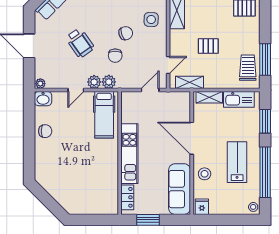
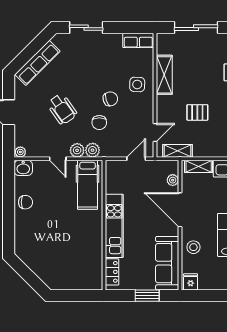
door: (76, 90) -> (58, 159), hinge flipped
plant: (185, 110) -> (173, 180), added
window: (148, 220) -> (147, 296), moved

